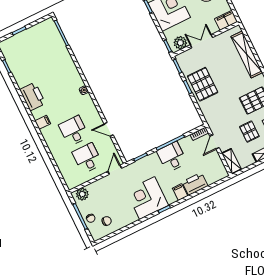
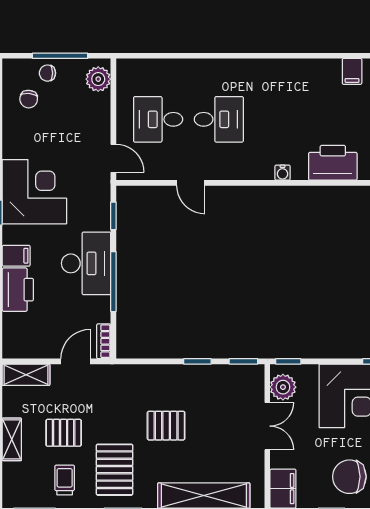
pallet: (203, 84) -> (166, 426), moved, width x0.67, depth x0.71
printer: (33, 96) -> (333, 163), moved, turned 180
filing cabinet: (43, 122) -> (352, 71), moved
door: (109, 129) -> (191, 183), swing flipped
door: (215, 142) -> (76, 361), hinge flipped
desk: (172, 157) -> (86, 263), width x1.37
desk: (87, 158) -> (158, 119), turned 180

